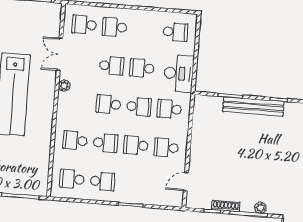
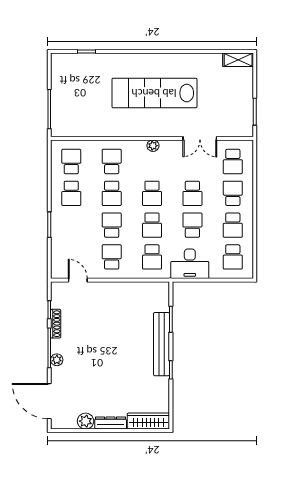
school desk: (84, 25) -> (233, 161), turned 180
school desk: (145, 29) -> (233, 225), added
double door: (60, 54) -> (200, 138), swing flipped
plant: (64, 86) -> (153, 146), moved
school desk: (109, 104) -> (152, 193), turned 180
school desk: (169, 109) -> (152, 257), turned 180

